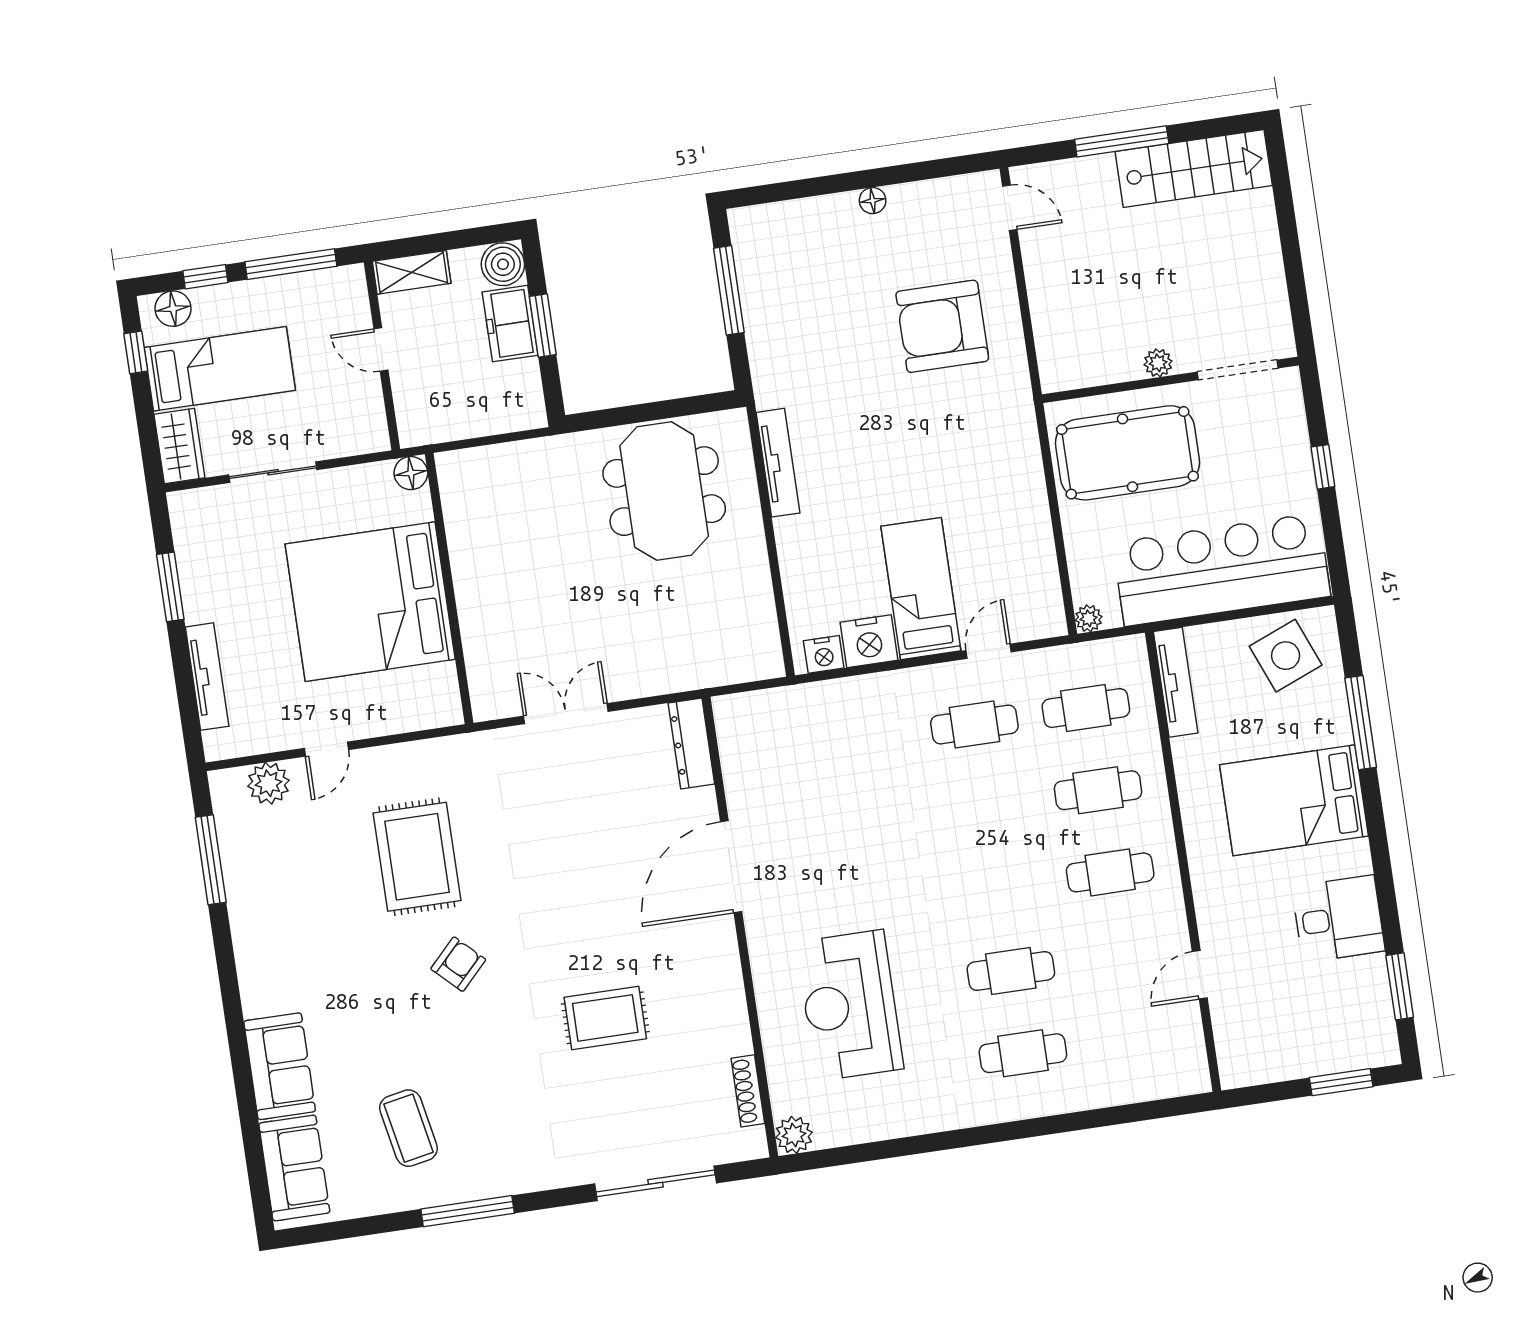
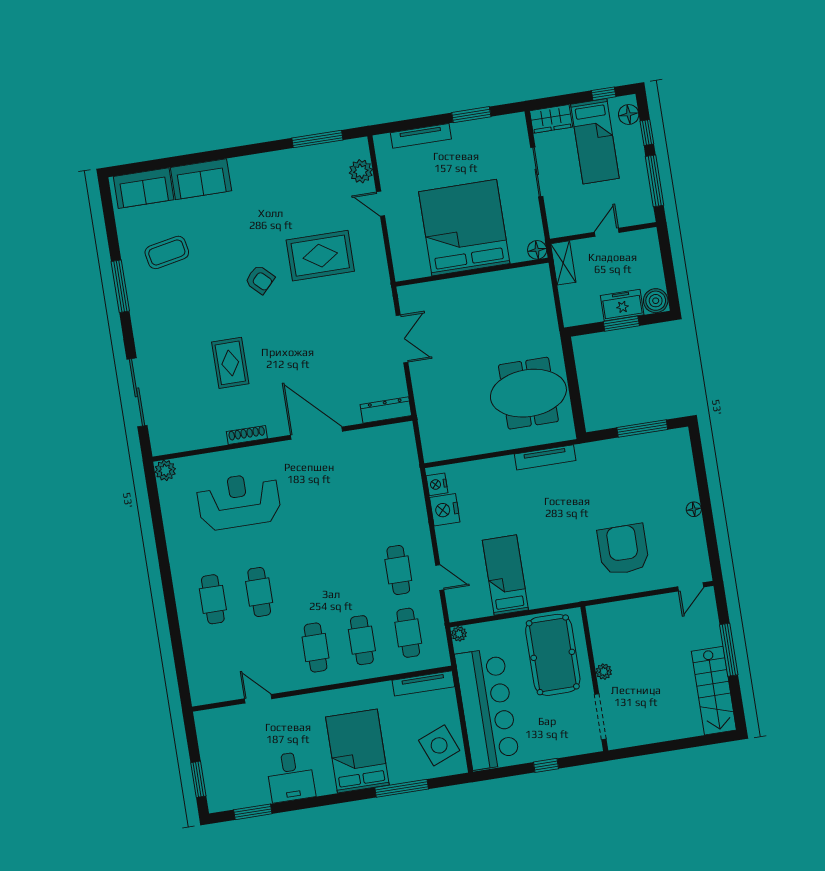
shelving: (412, 272) -> (563, 263), moved
bed: (921, 589) -> (505, 575), moved, turned -90
shoe rack: (748, 1091) -> (247, 435), moved

